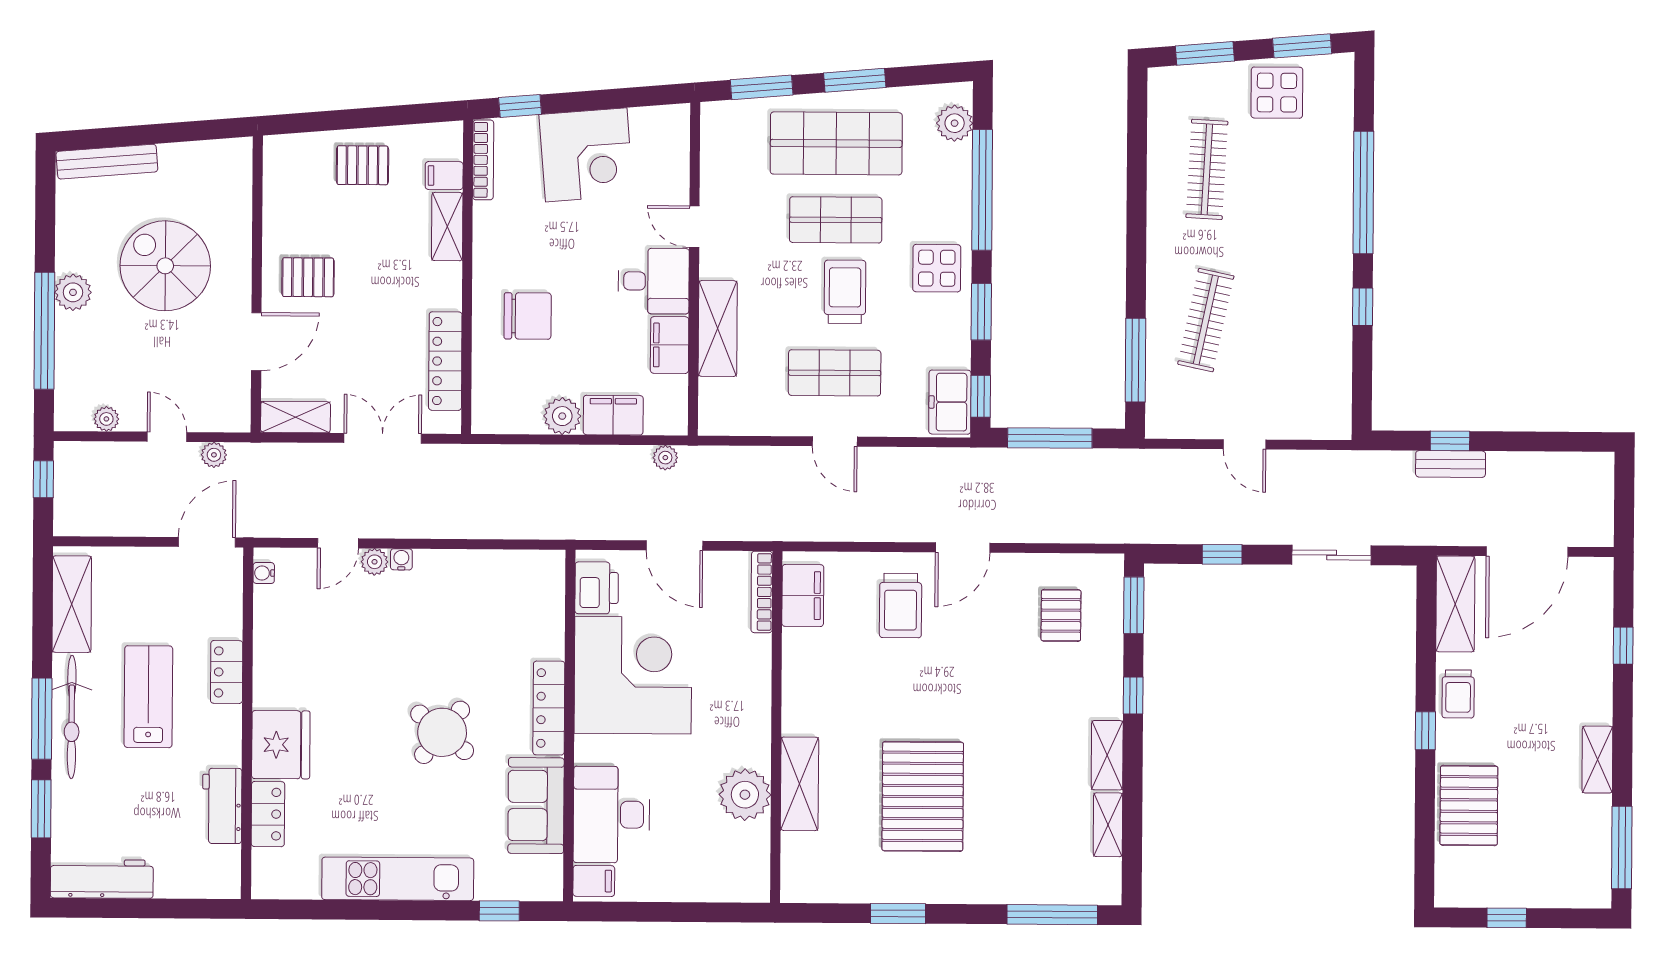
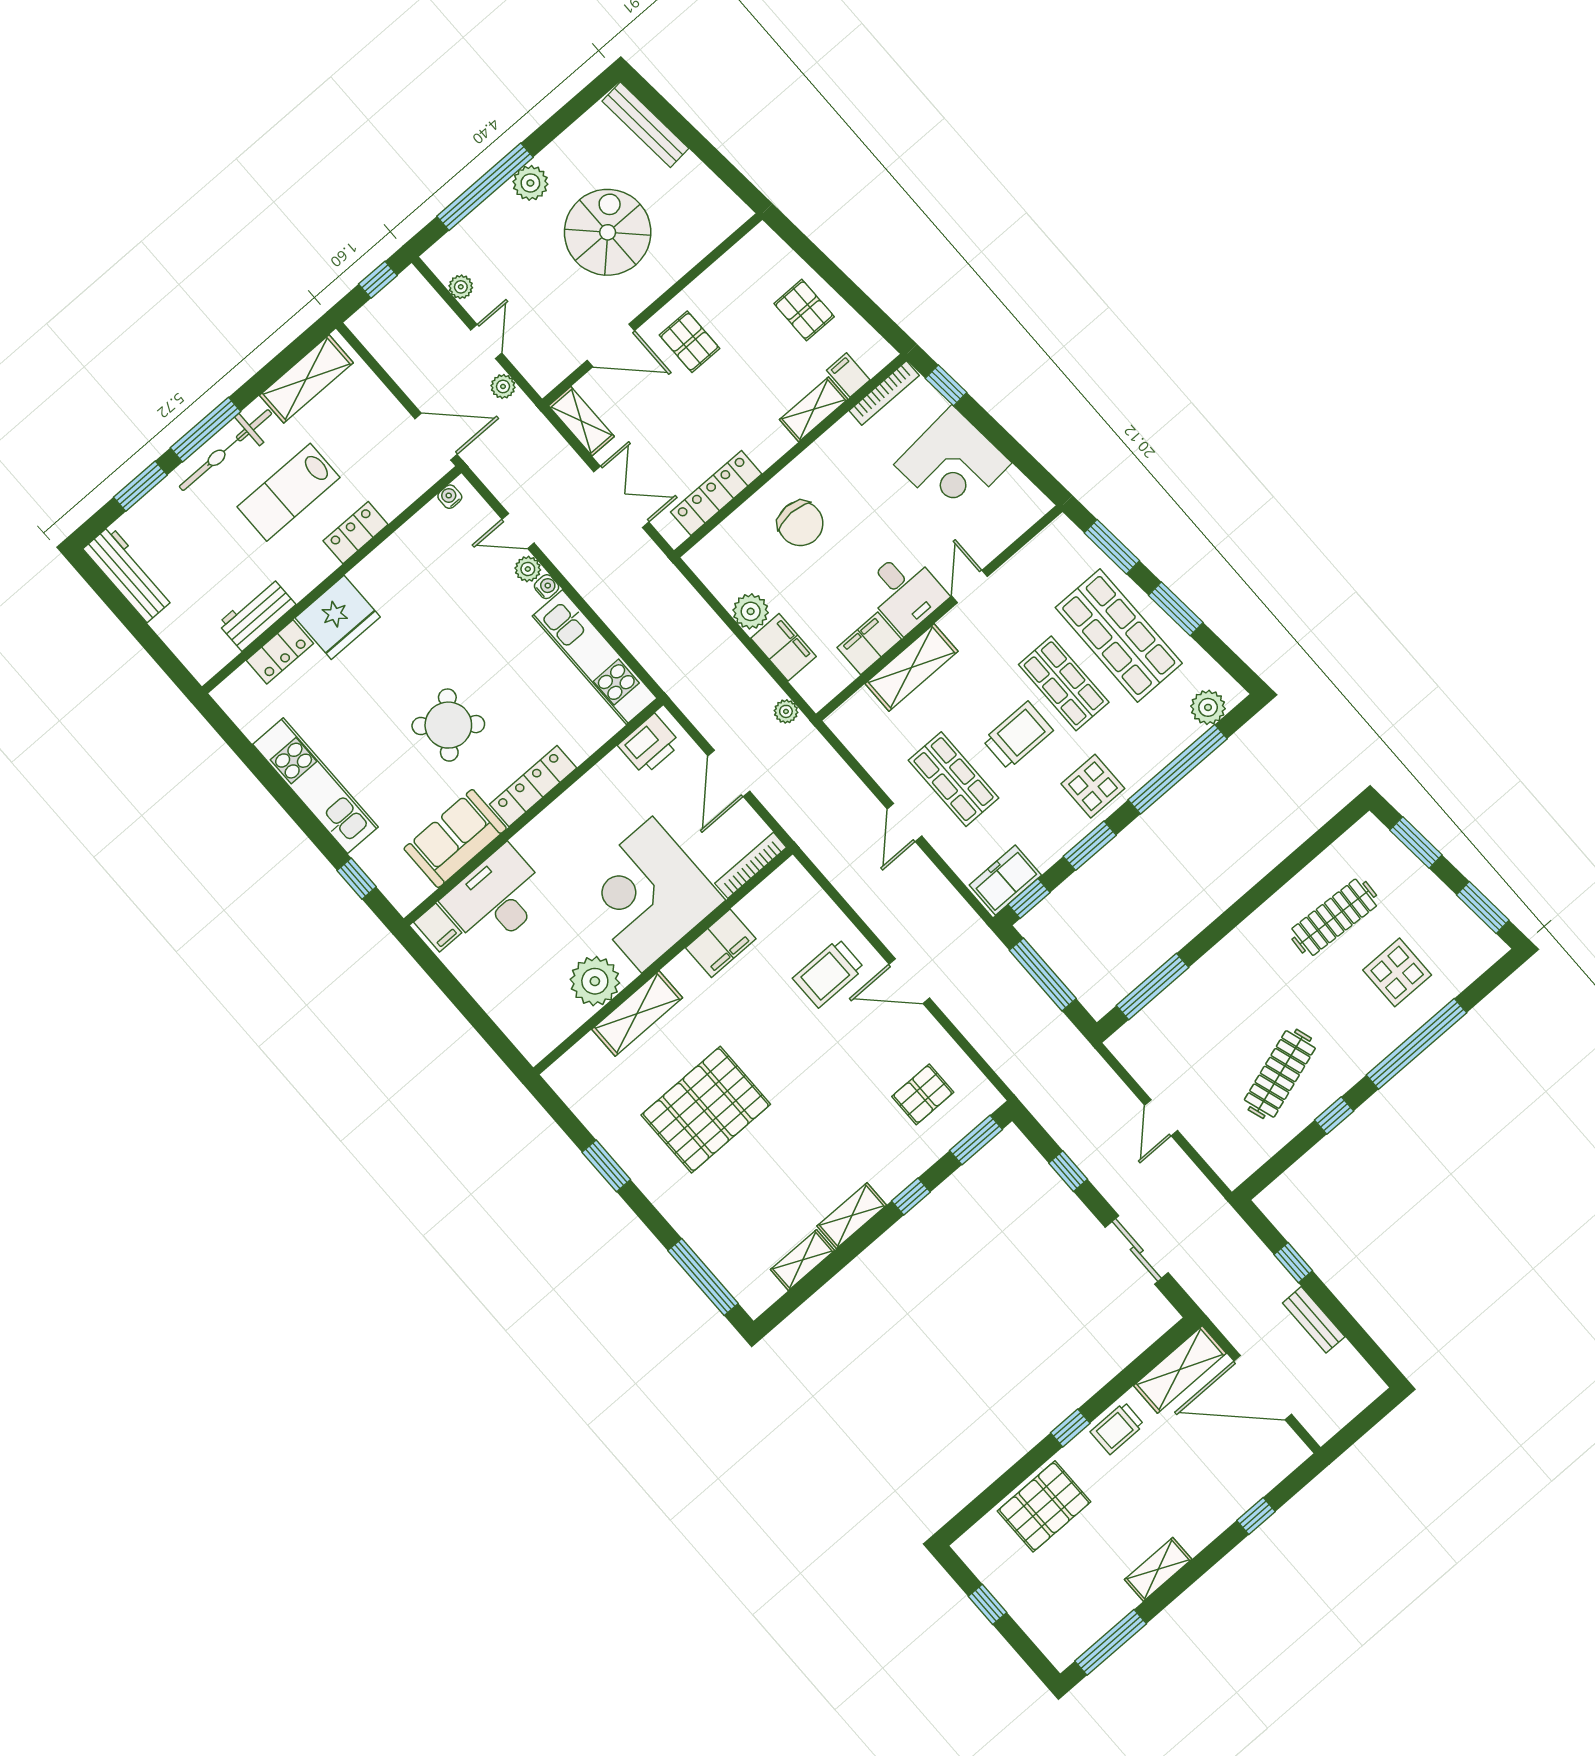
display table: (1277, 93) -> (1397, 972), moved
clothes rail: (1206, 320) -> (1280, 1074), moved, turned -30
bench: (1451, 464) -> (1314, 1320), moved
kitchen unit: (490, 570) -> (595, 657), added
filing cabinet: (803, 595) -> (721, 943), moved
corner desk: (633, 675) -> (647, 895), moved, turned 180
lab bench: (148, 697) -> (288, 492), turned 180

